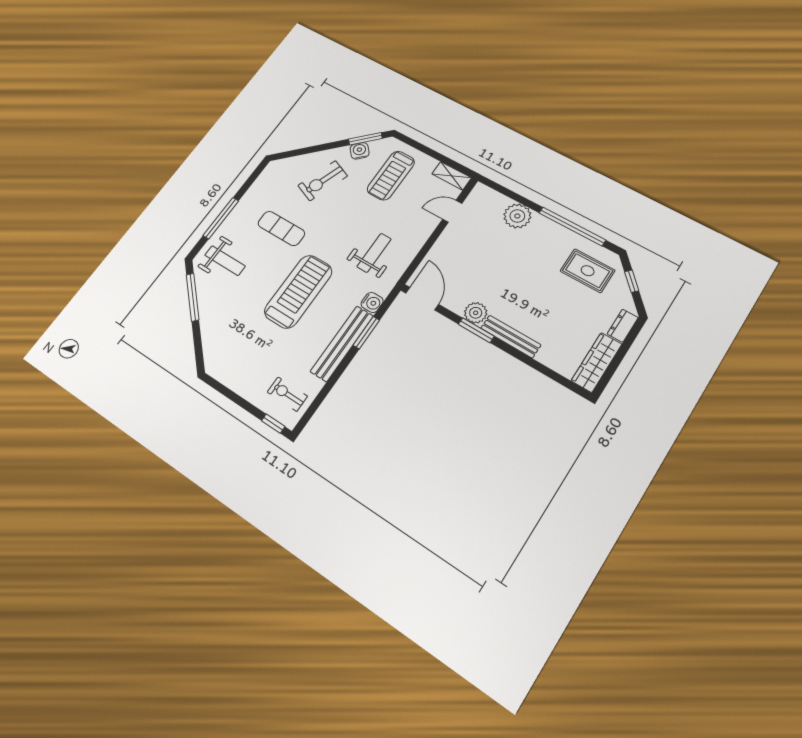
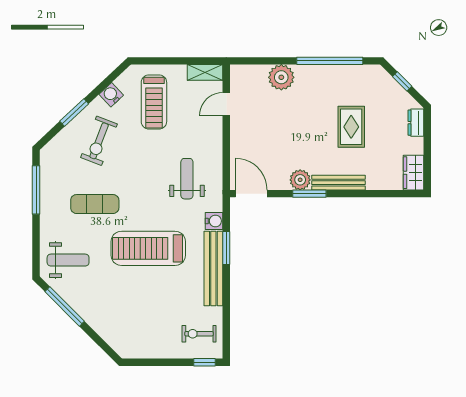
window: (365, 139) -> (74, 113), moved
window: (221, 218) -> (36, 190), moved
rug: (588, 271) -> (351, 127), moved, turned 90
treadmill: (298, 291) -> (148, 248), turned -90
wardrobe: (597, 362) -> (414, 173), width x0.67

